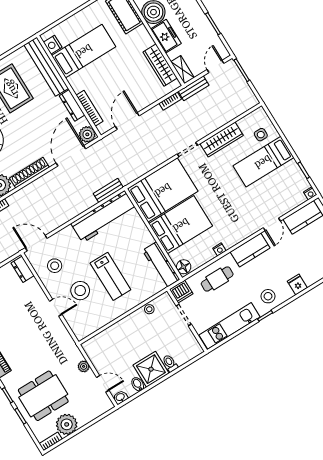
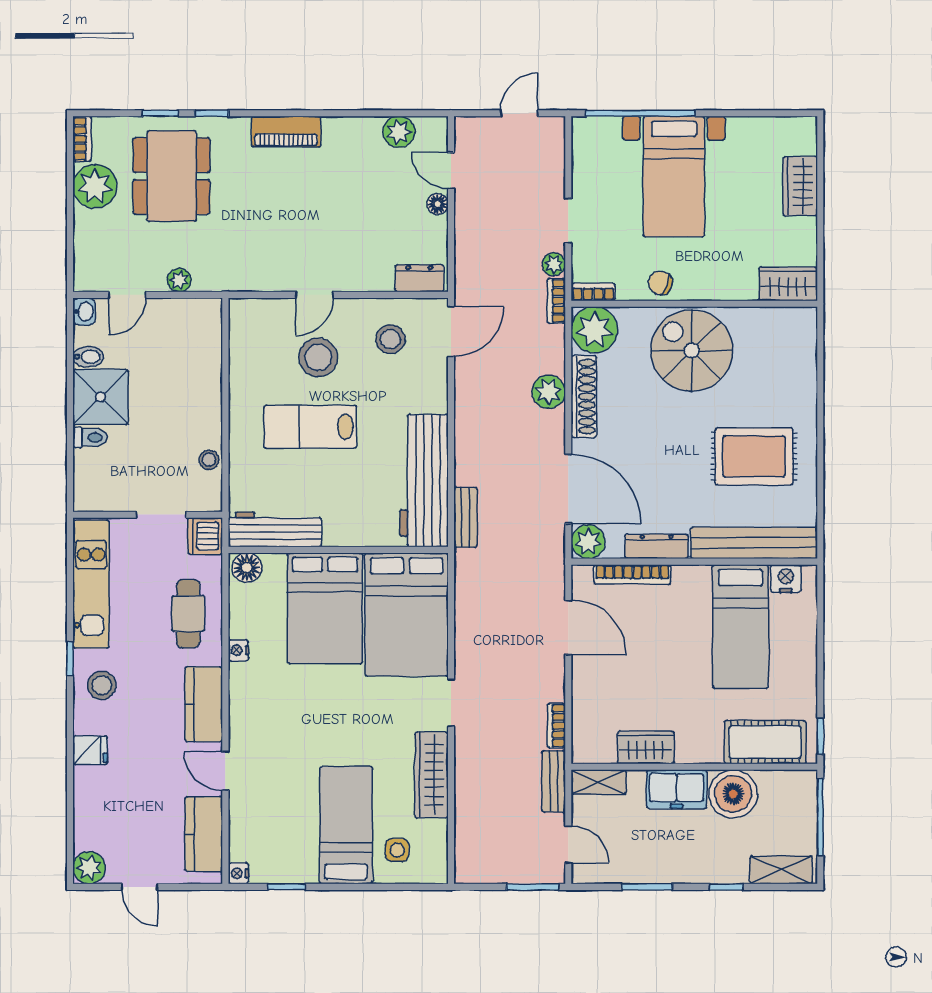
wardrobe: (160, 65) -> (646, 747), width x0.67
plant: (36, 188) -> (549, 392), added

